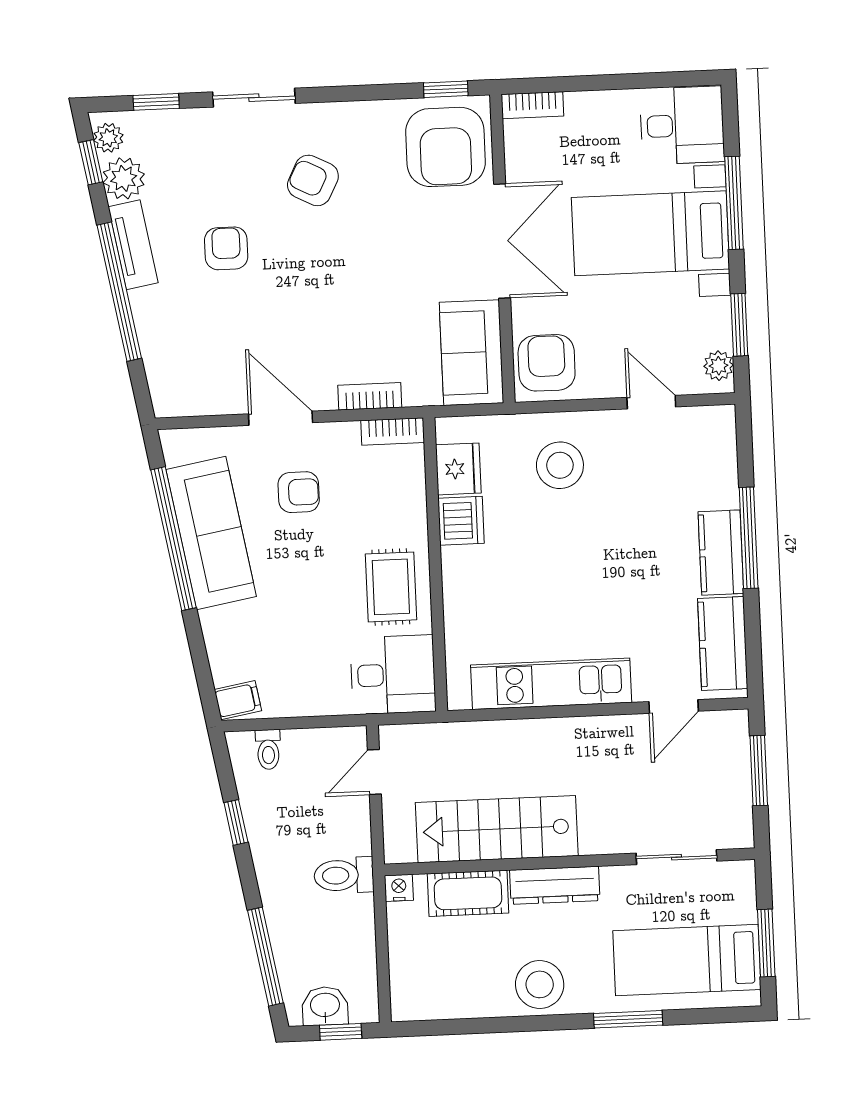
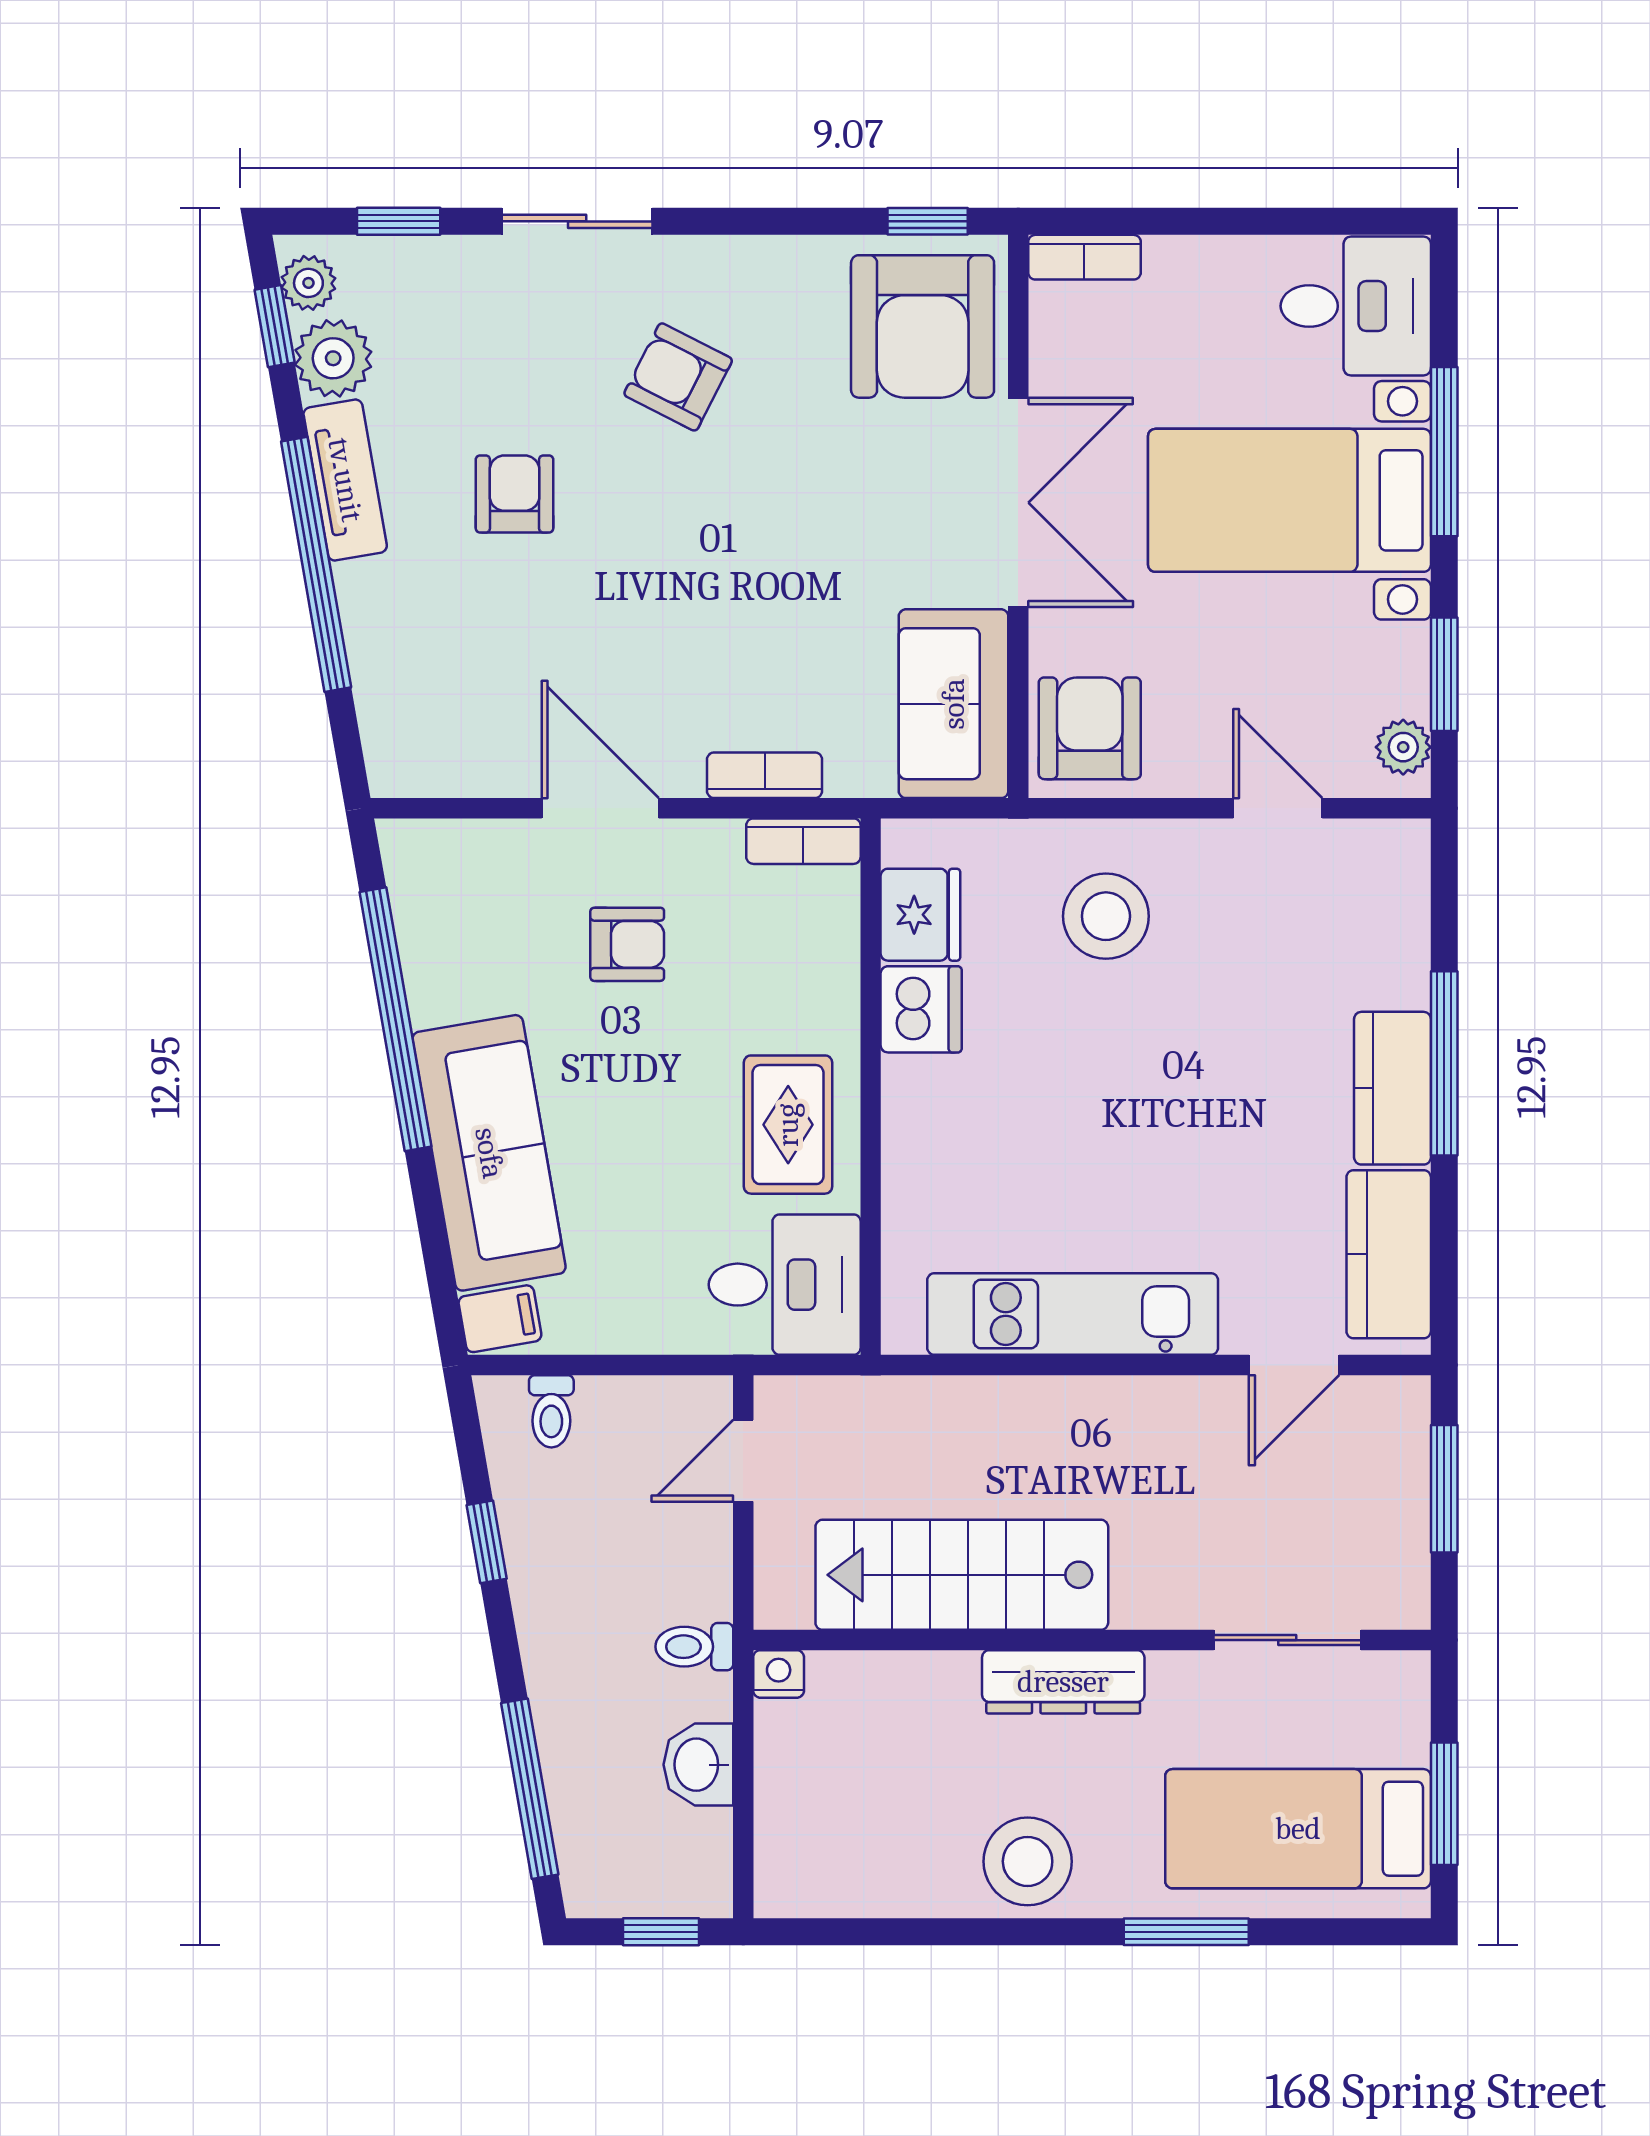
sofa: (211, 533) -> (489, 1153), moved
toilet: (344, 875) -> (694, 1647), width x0.73, depth x0.72
cot: (468, 893) -> (904, 1690), removed
washbasin: (325, 1006) -> (698, 1765), moved, turned -90

